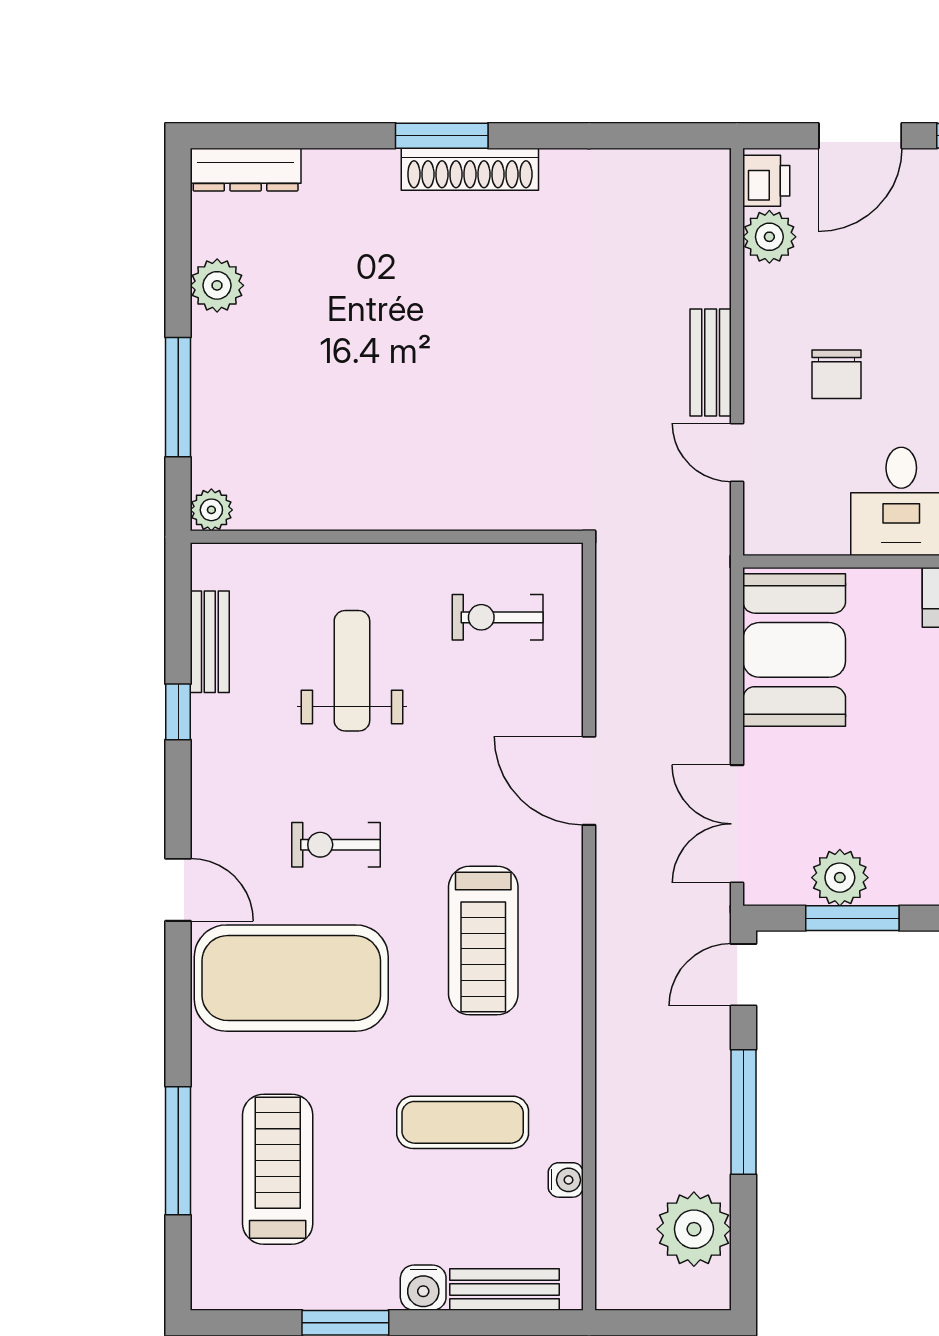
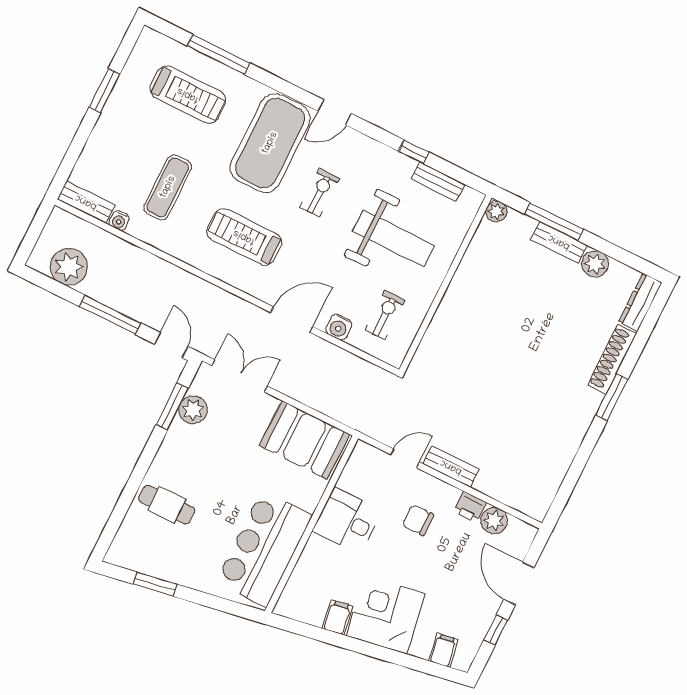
shoe rack: (470, 169) -> (612, 359), moved
printer: (766, 181) -> (470, 507), moved
bench: (211, 369) -> (559, 242), added
weight bench: (352, 671) -> (393, 238), width x1.36, depth x1.33
water cooler: (423, 1288) -> (339, 327), moved, turned -90
bench: (505, 1290) -> (86, 202), moved, turned 90

